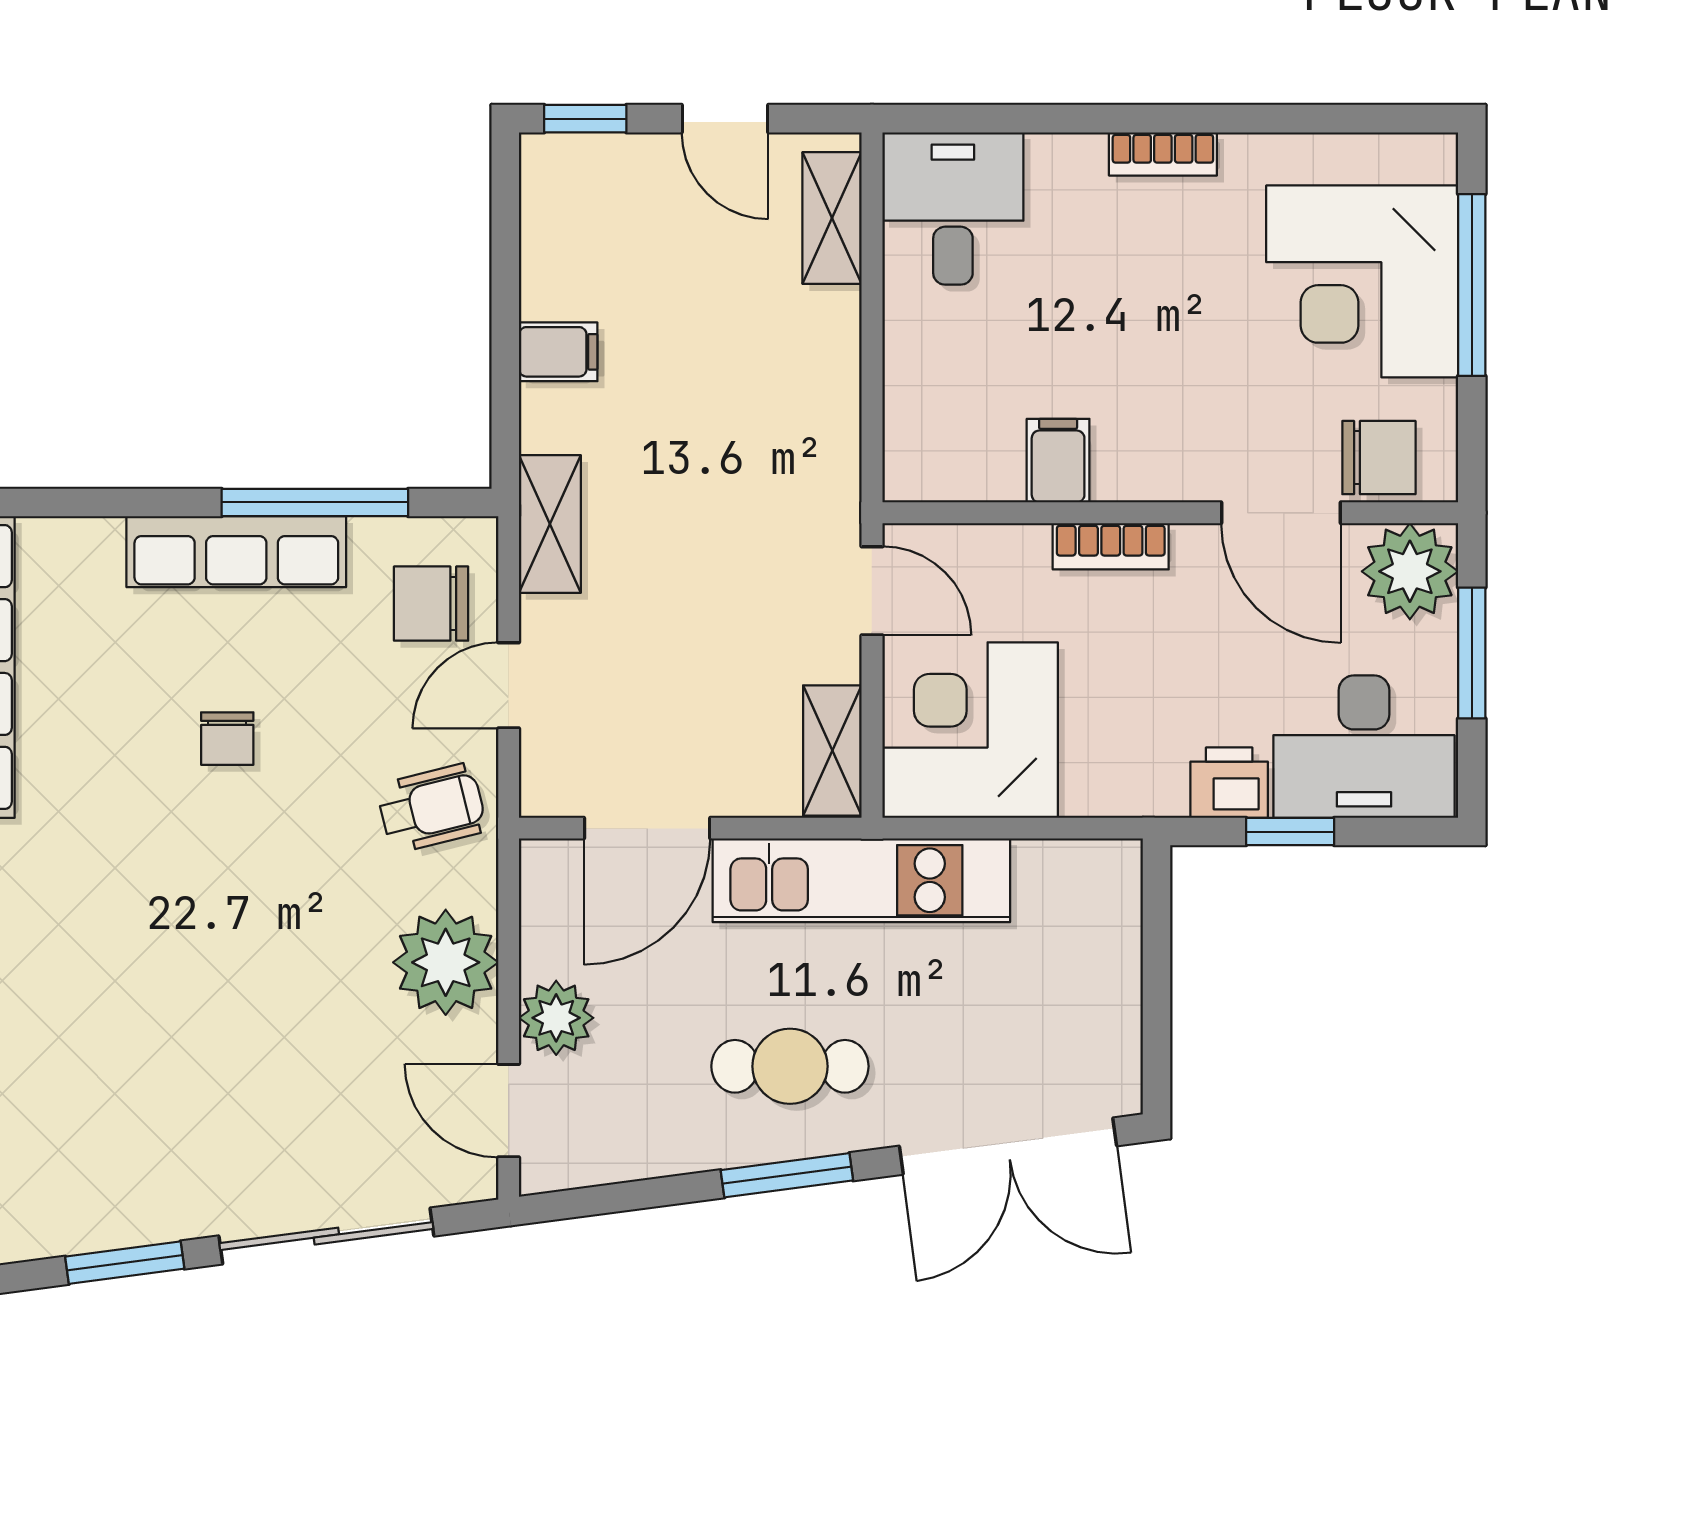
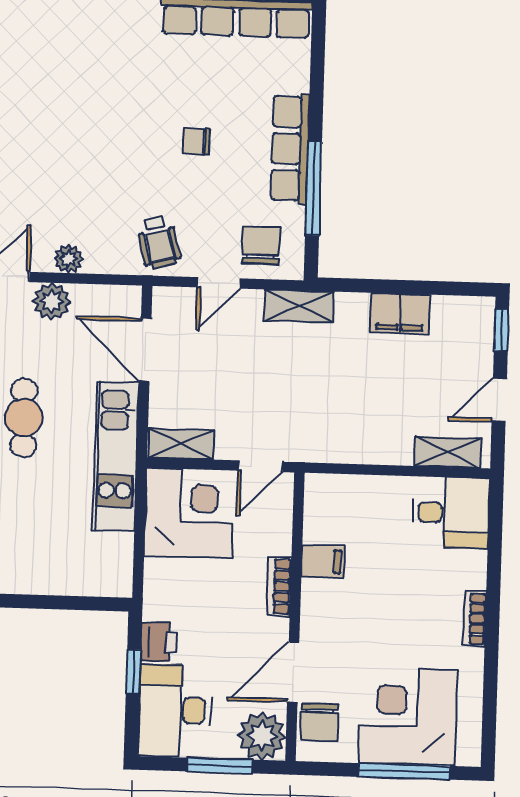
filing cabinet: (558, 352) -> (400, 313), width x2.00
door: (509, 685) -> (219, 283), swing flipped
plant: (446, 962) -> (68, 259), width x0.53, depth x0.53

